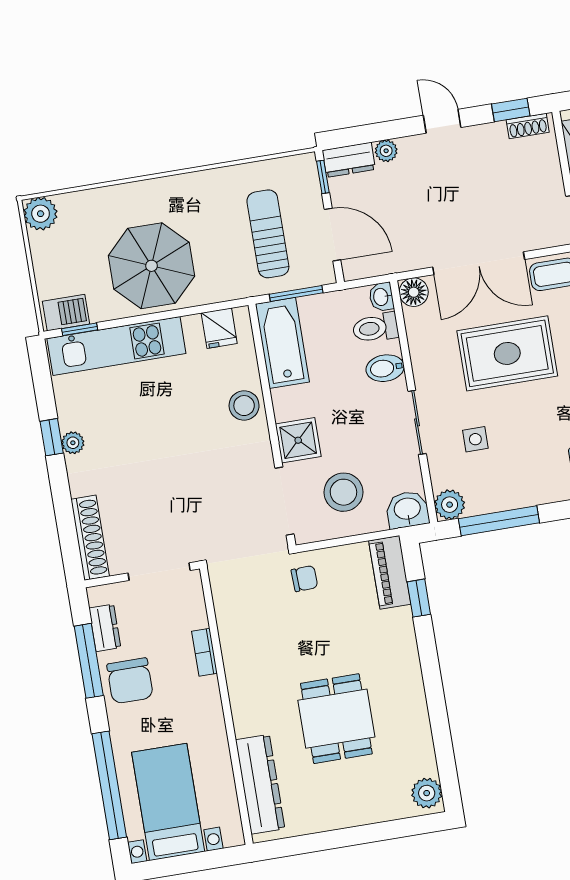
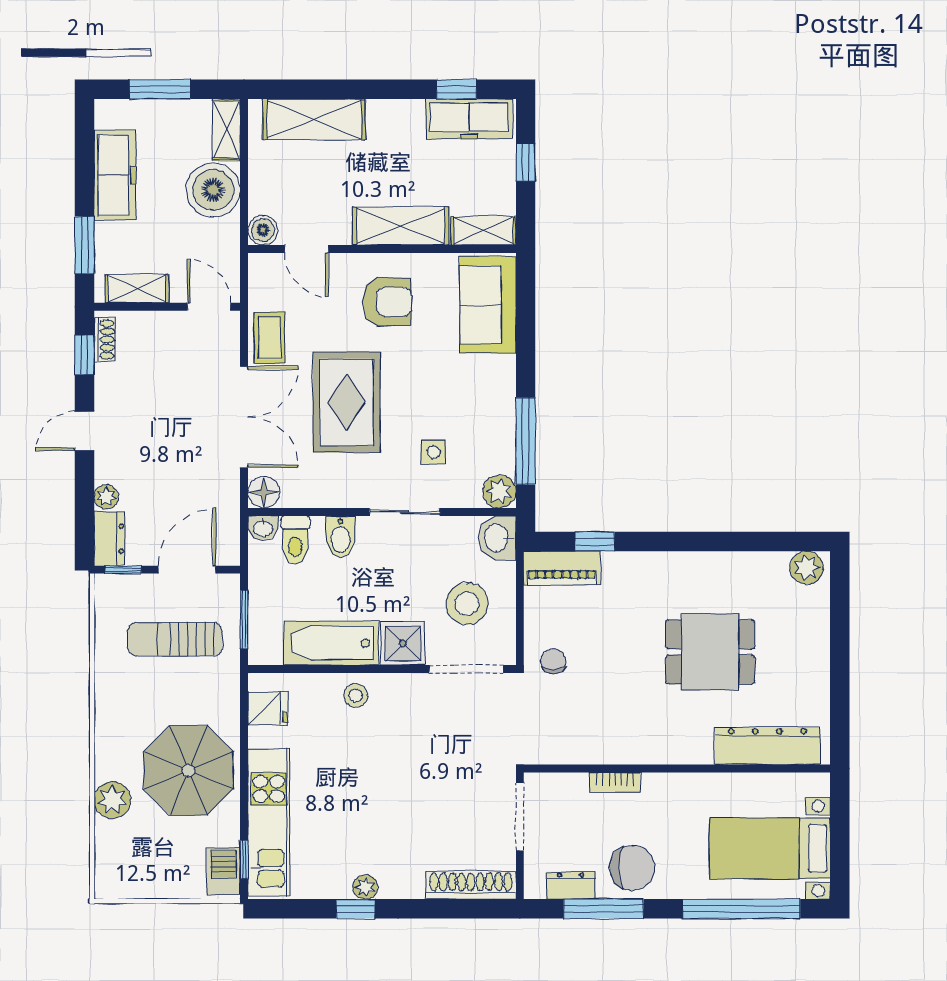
plant: (41, 214) -> (112, 800), moved
bathtub: (282, 343) -> (331, 643), moved
stool: (244, 406) -> (356, 696), width x0.73, depth x0.73

